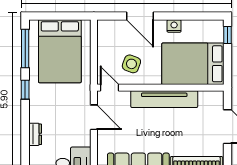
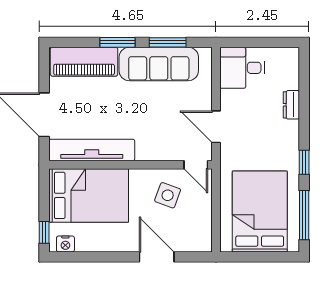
nightstand: (174, 26) -> (65, 244), moved
tv unit: (164, 99) -> (92, 150), moved

